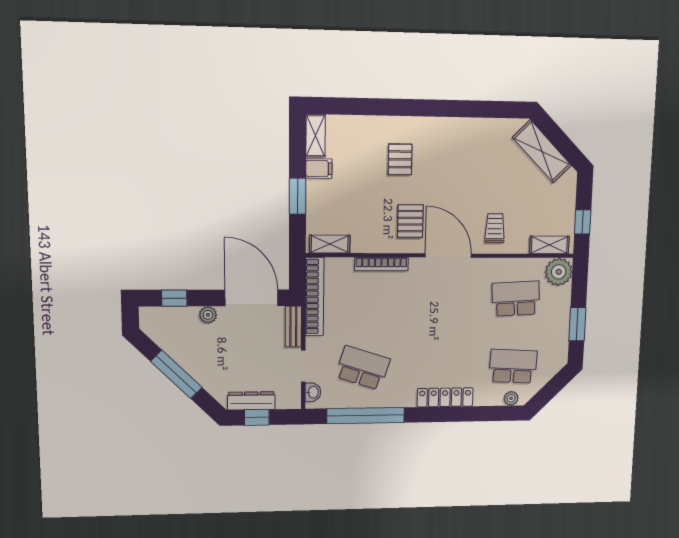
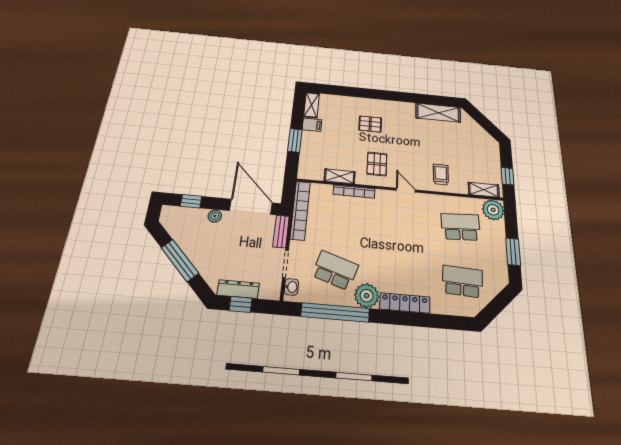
shelving: (542, 151) -> (438, 113), moved, turned -45
pallet: (400, 159) -> (370, 124), turned 90
shelving: (330, 244) -> (340, 176), moved
door: (448, 255) -> (406, 190), width x0.53
plant: (511, 398) -> (367, 296), moved, width x1.88, depth x1.88

